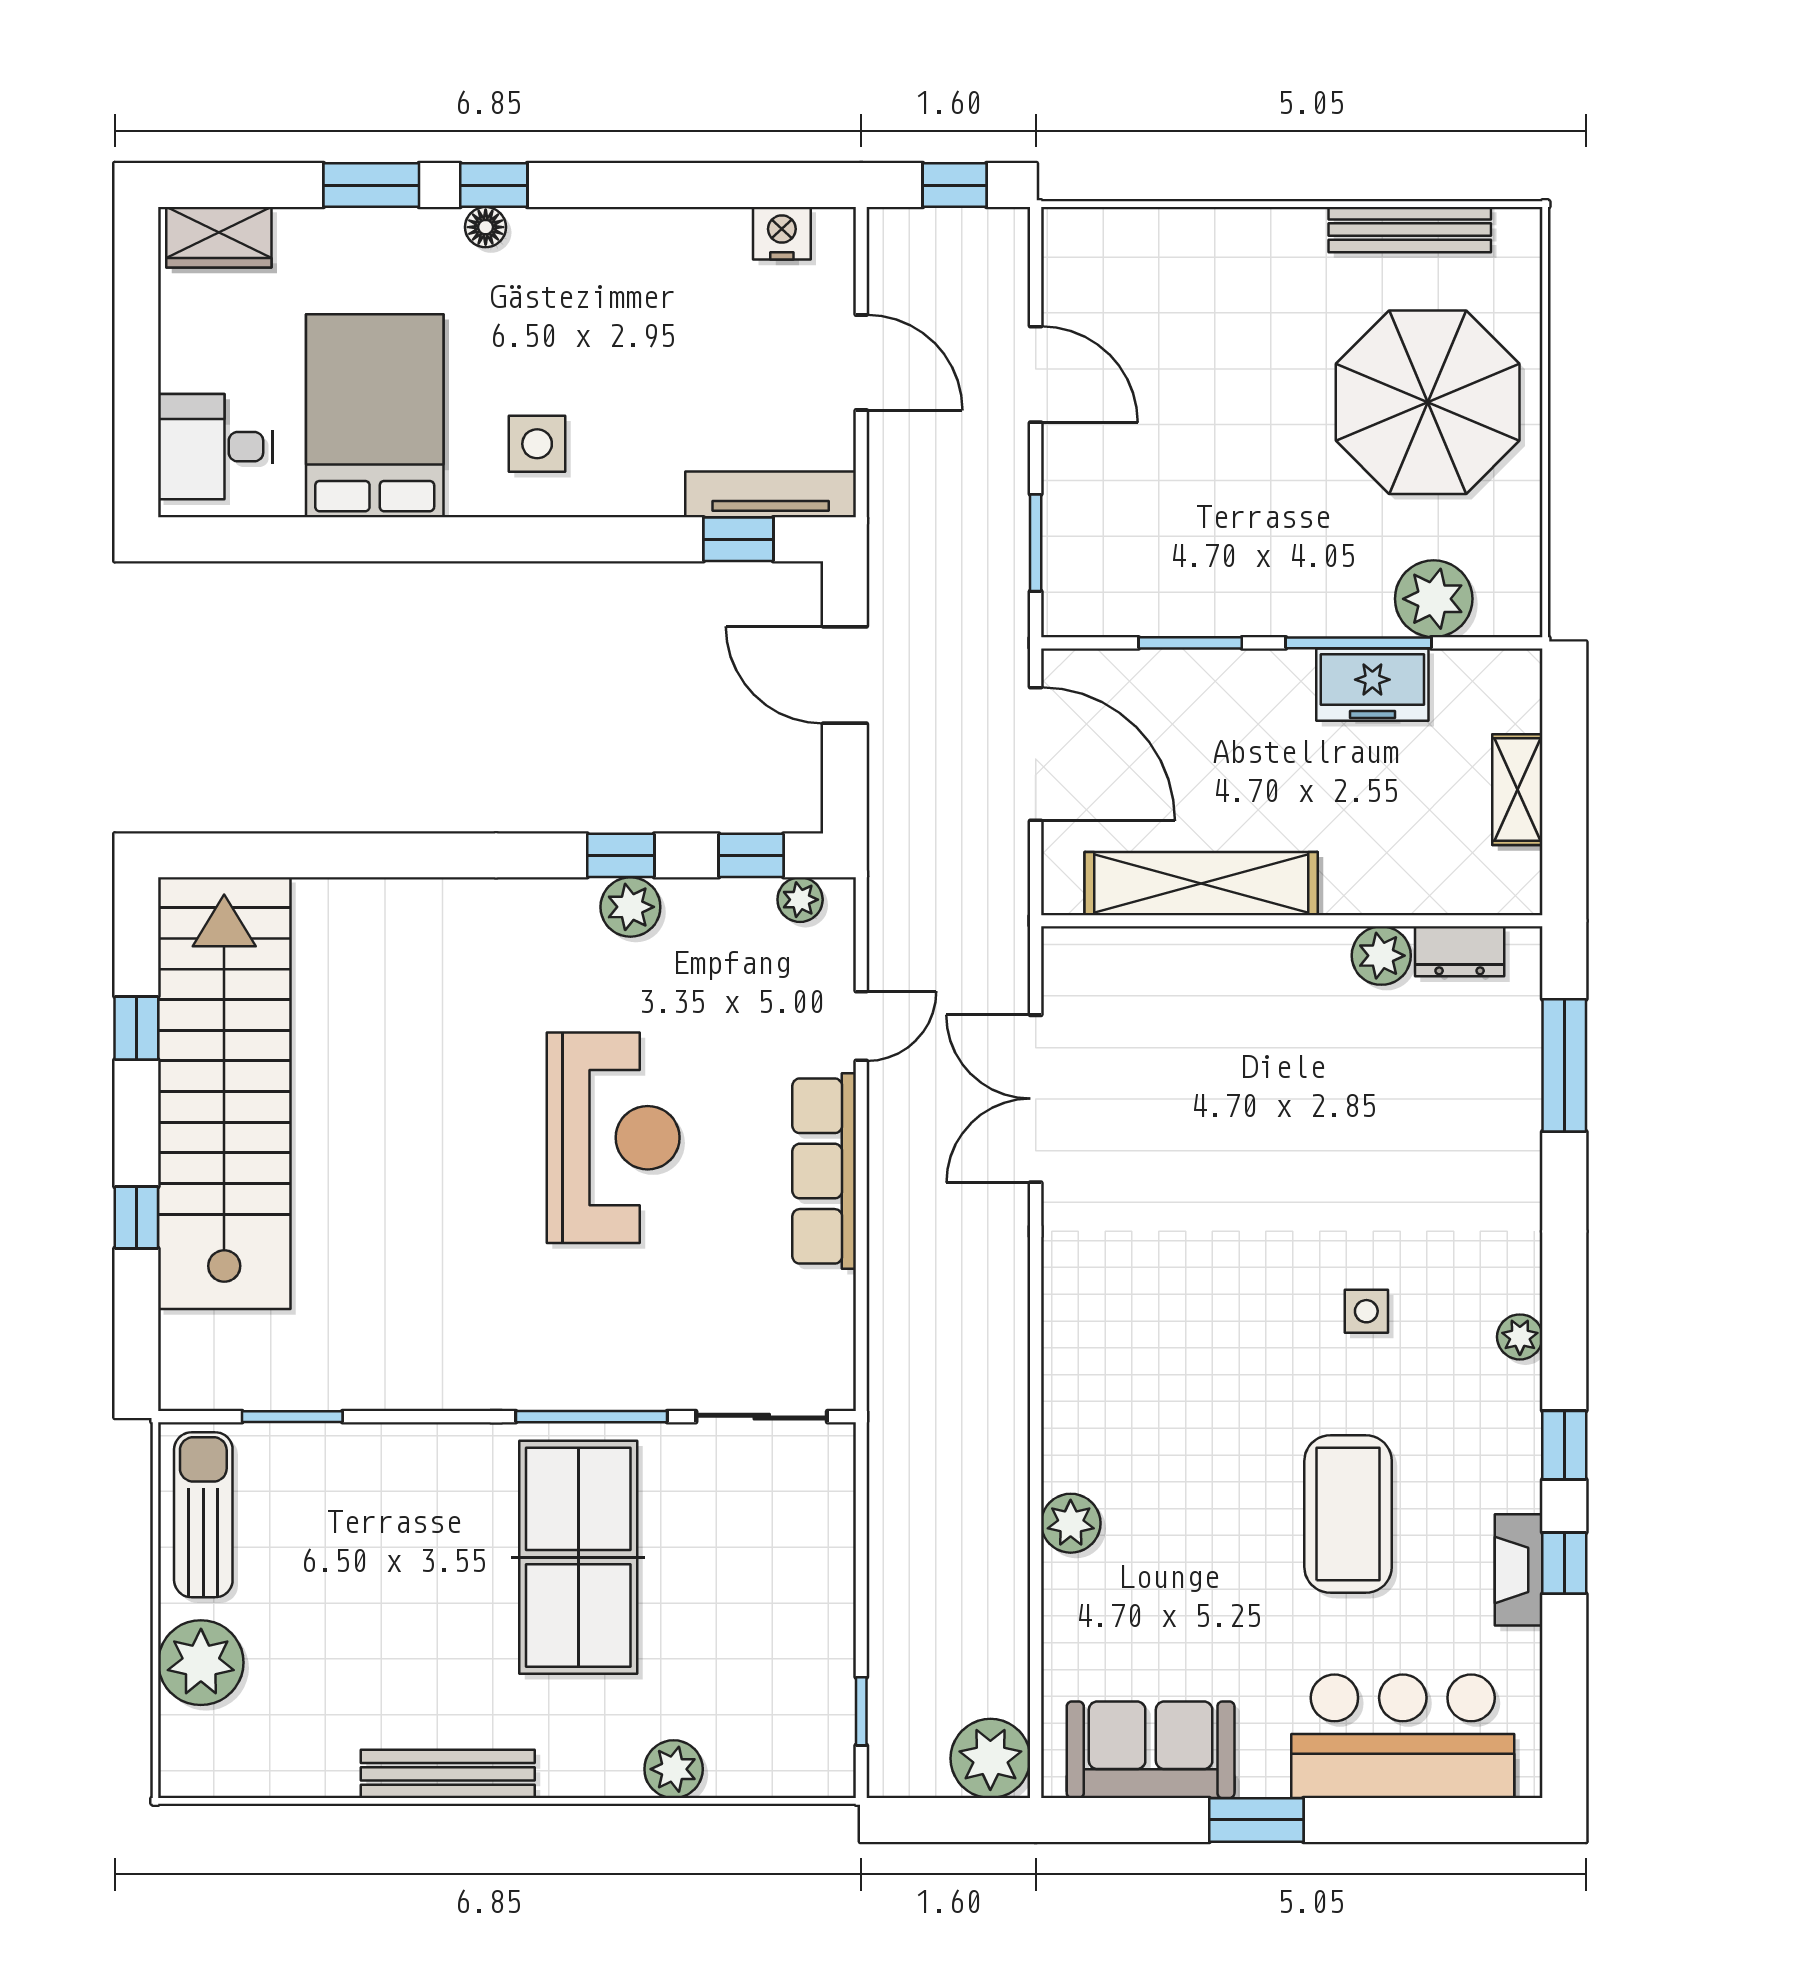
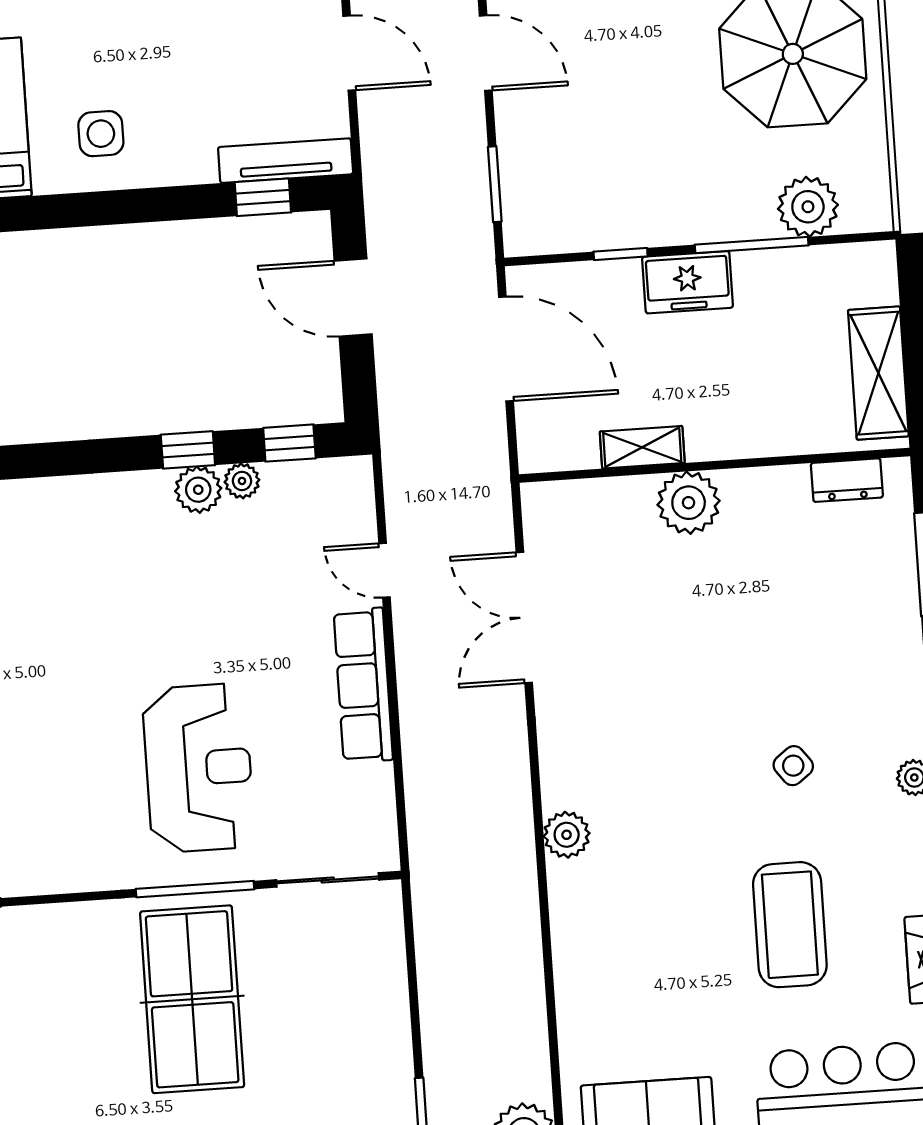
window: (1190, 643) -> (621, 254), width x0.67
freezer: (1372, 685) -> (688, 282), moved
shelving: (1517, 790) -> (878, 373), width x1.50, depth x1.33
shelving: (1201, 884) -> (642, 447), width x0.45, depth x0.75
plant: (800, 900) -> (242, 481), moved
plant: (1381, 956) -> (689, 503), moved, width x1.36, depth x1.36
door: (861, 1026) -> (384, 570), swing flipped
reception desk: (613, 1138) -> (199, 768), moved
side table: (1366, 1311) -> (793, 766), turned -37
plant: (1071, 1523) -> (567, 835), moved

